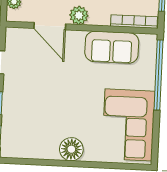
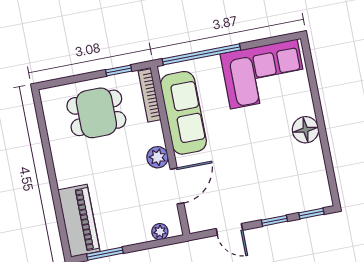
sofa: (112, 47) -> (183, 113), width x1.36

